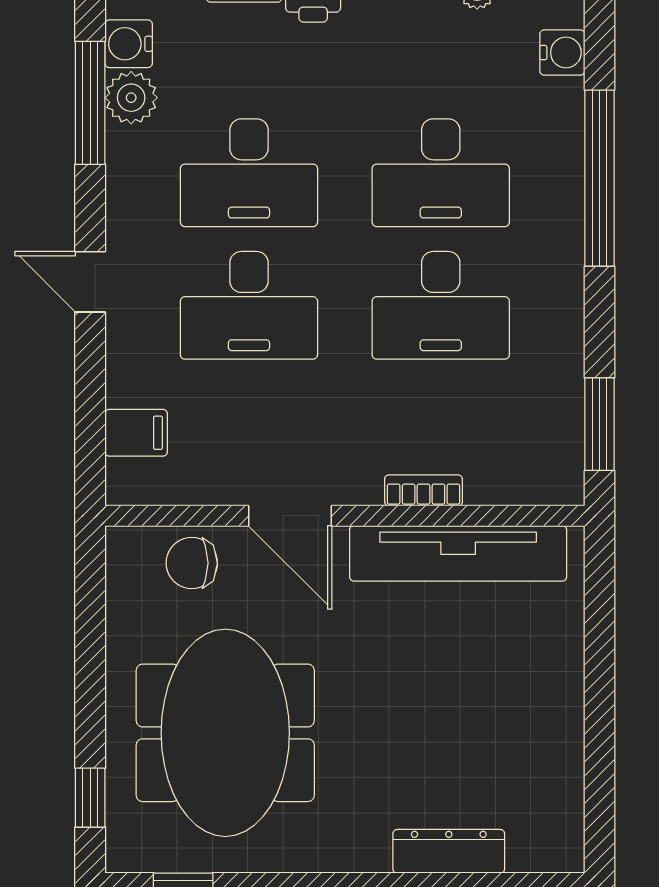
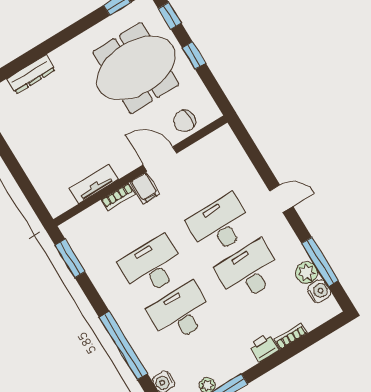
filing cabinet: (136, 433) -> (145, 188), moved, turned -90
tv unit: (458, 553) -> (94, 184), width x0.52, depth x0.78
chair: (192, 563) -> (184, 121), turned 180
window: (90, 686) -> (194, 55), added
meeting table: (225, 733) -> (136, 68), turned 90

